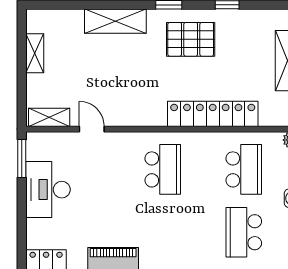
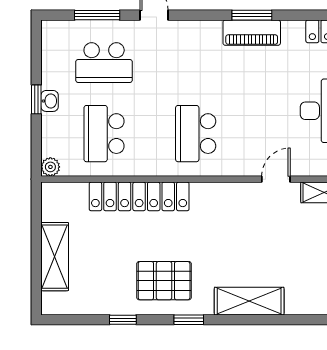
door: (92, 129) -> (276, 179), swing flipped
school desk: (244, 232) -> (104, 63), turned 90

